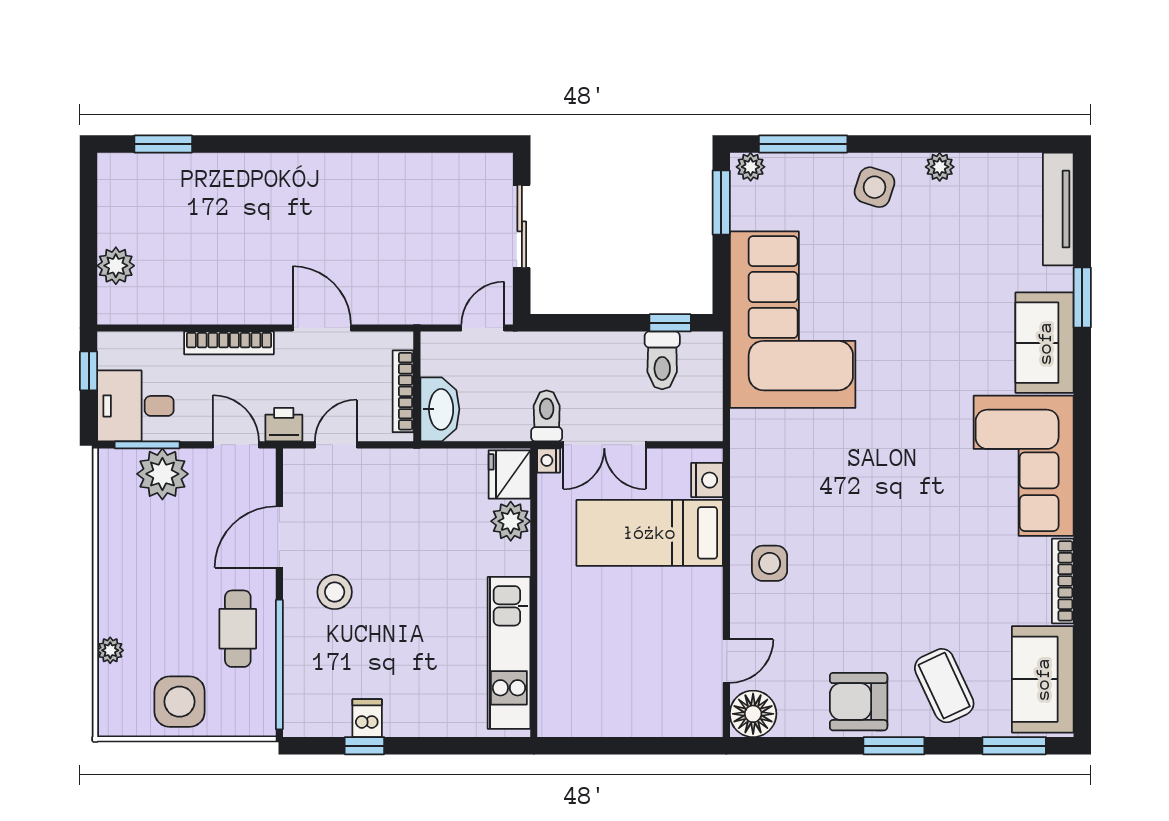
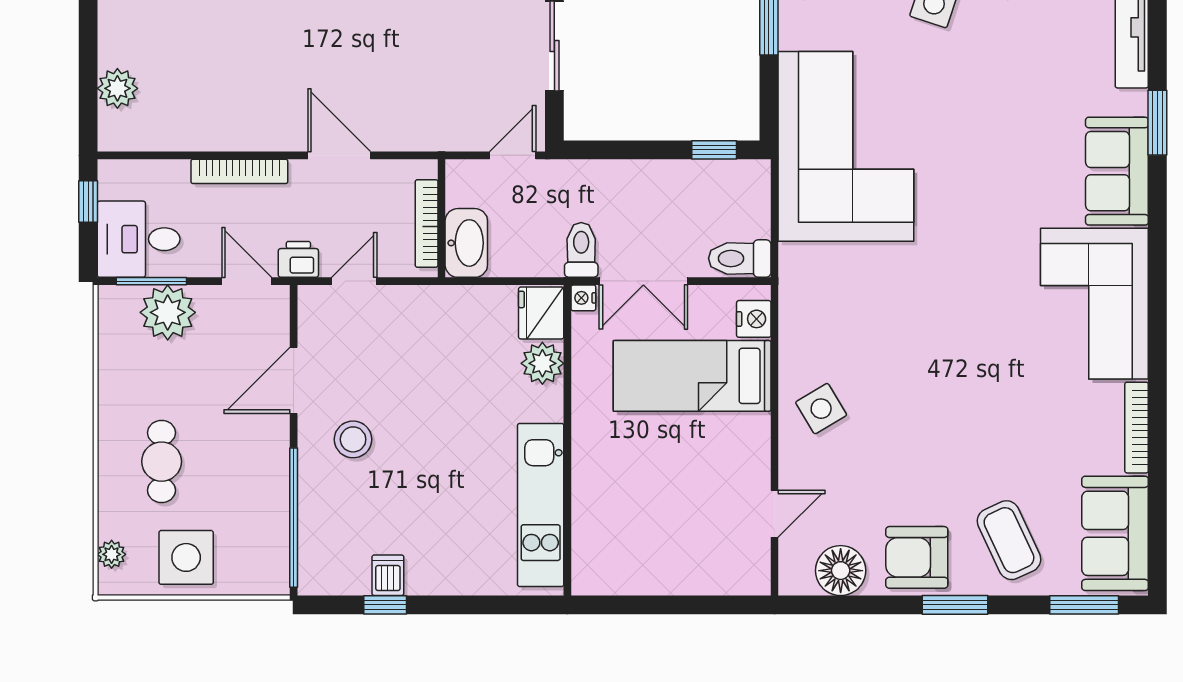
toilet: (662, 360) -> (740, 258), moved, turned 90
side table: (770, 563) -> (821, 409), turned -31
cafe table: (238, 629) -> (162, 462), moved
plant: (110, 650) -> (112, 554), moved
floor lamp: (753, 714) -> (841, 571), moved

